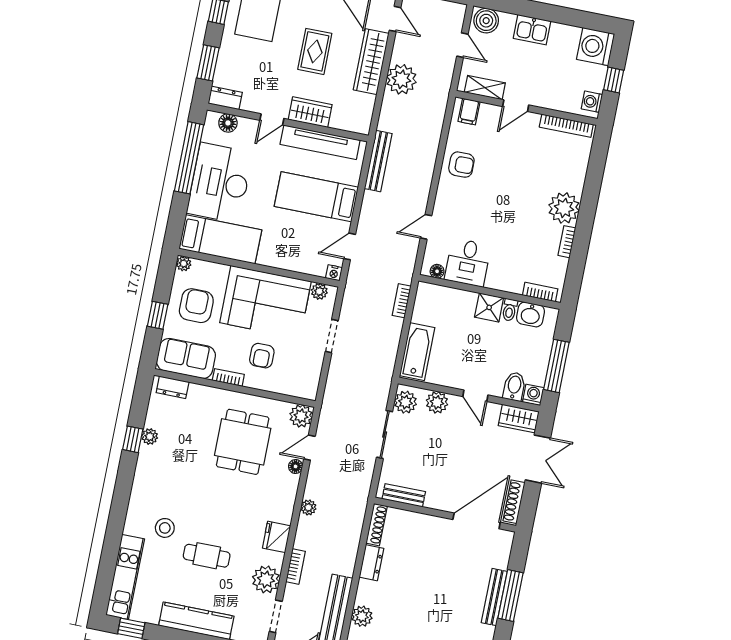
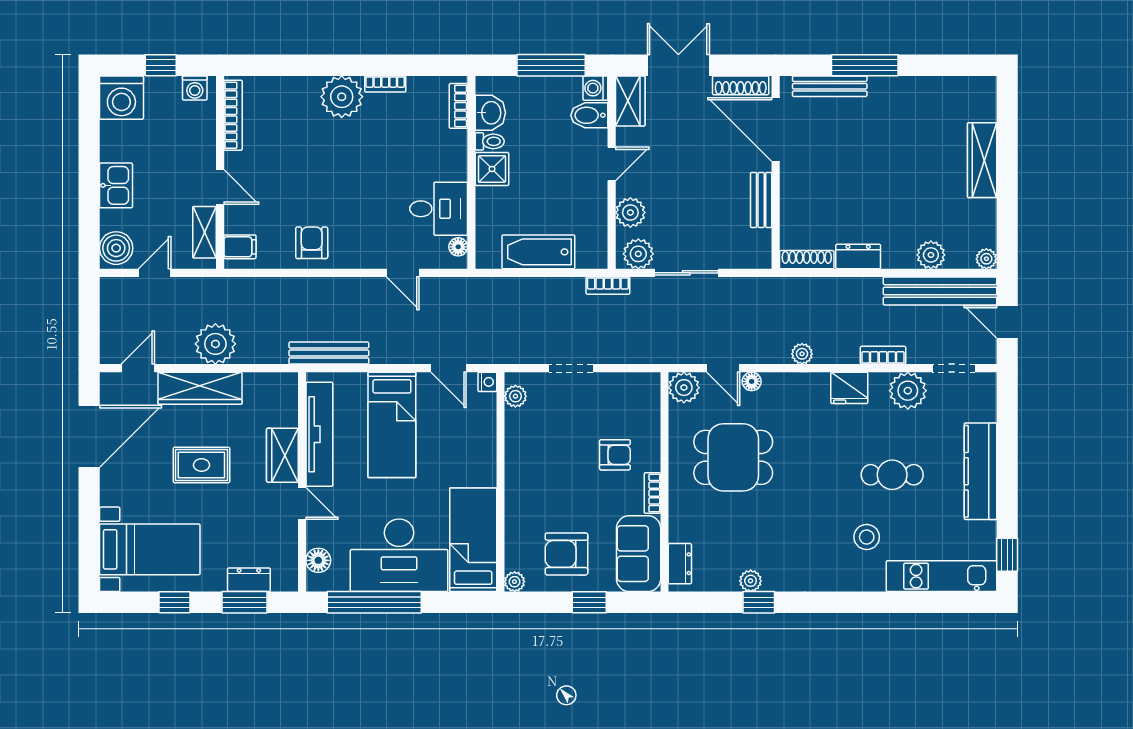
dresser: (225, 98) -> (249, 580), moved, turned 90
bookcase: (402, 301) -> (608, 286), moved
corner sofa: (265, 302) -> (544, 464), removed
bathtub: (417, 352) -> (538, 252), moved
bench: (404, 495) -> (761, 200), moved
cafe table: (207, 556) -> (892, 475), turned 90
bench: (494, 597) -> (830, 86), moved

